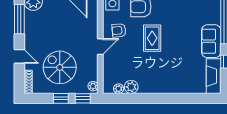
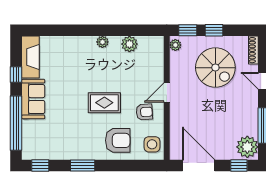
rug: (152, 38) -> (104, 103), turned 90
plant: (119, 89) -> (102, 42), moved

